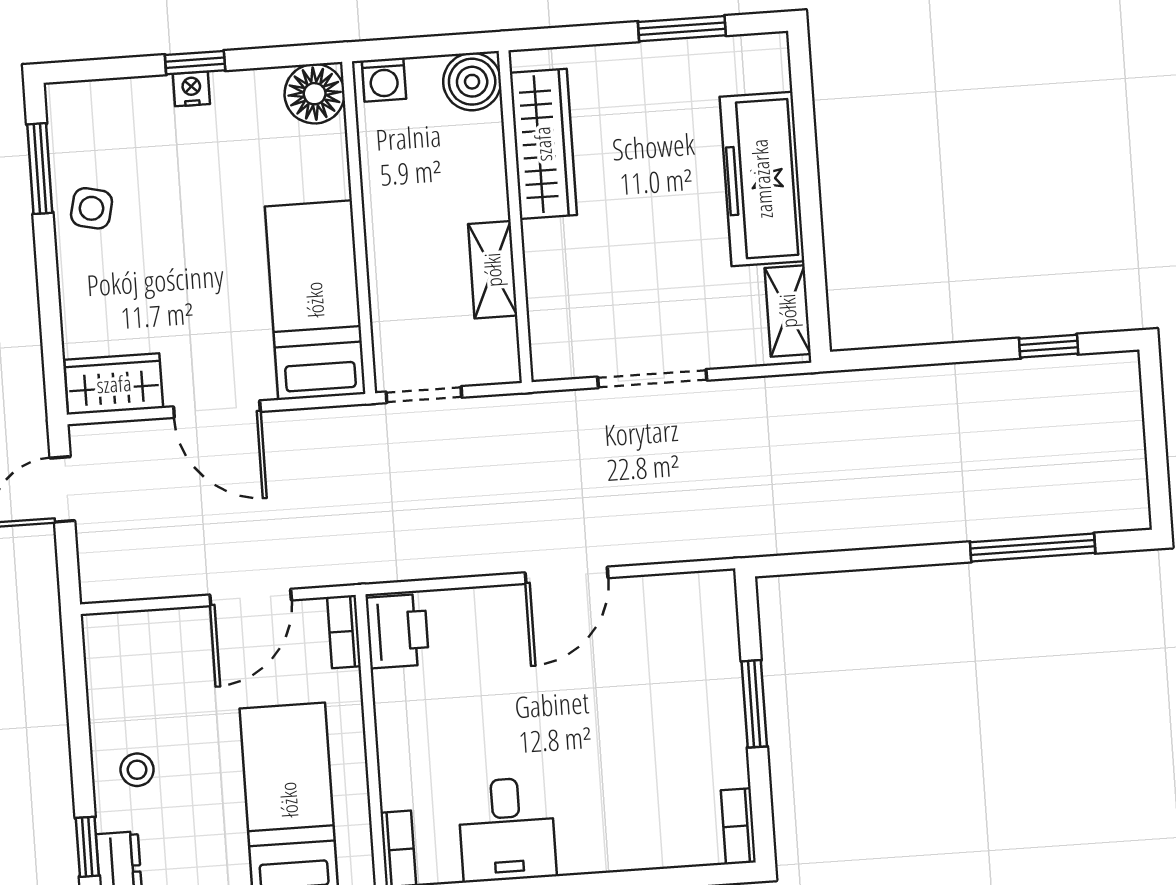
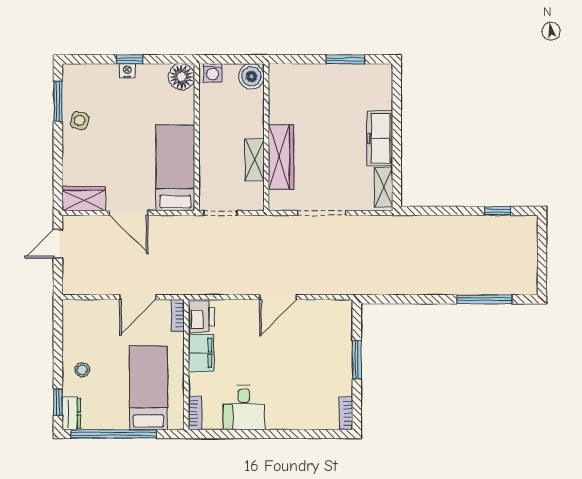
wardrobe: (543, 144) -> (281, 157), moved
freezer: (762, 179) -> (380, 138), width x0.73, depth x0.79
filing cabinet: (402, 713) -> (201, 353), added

